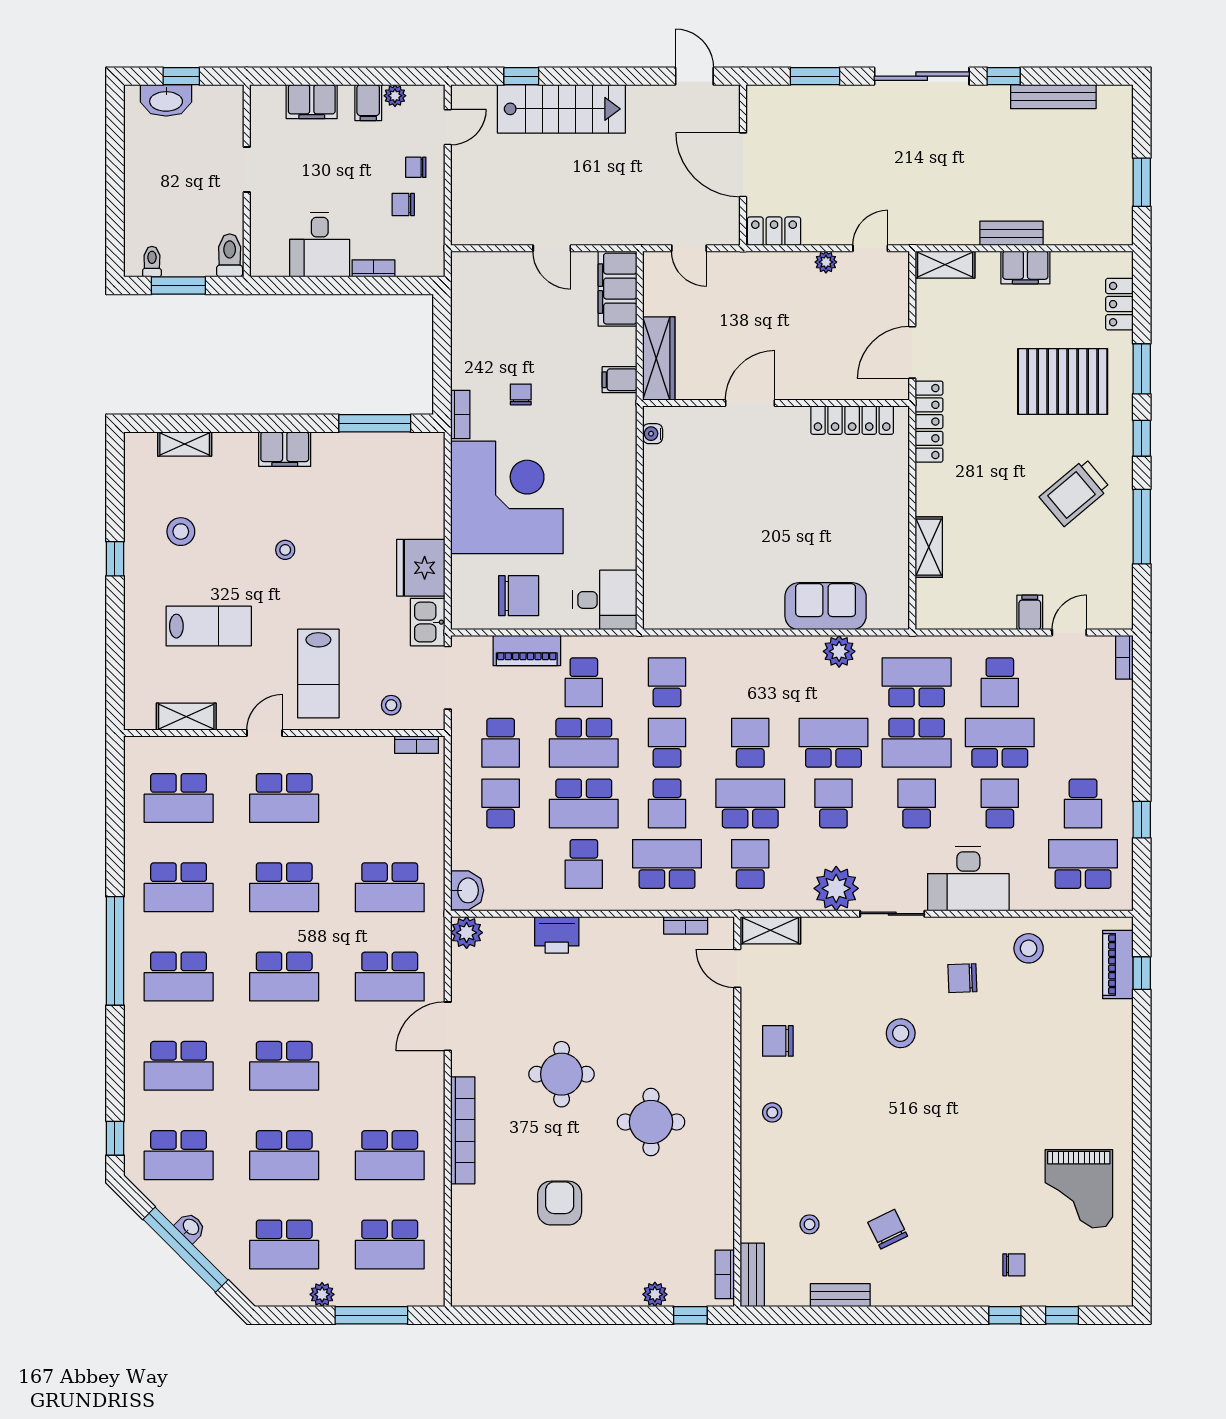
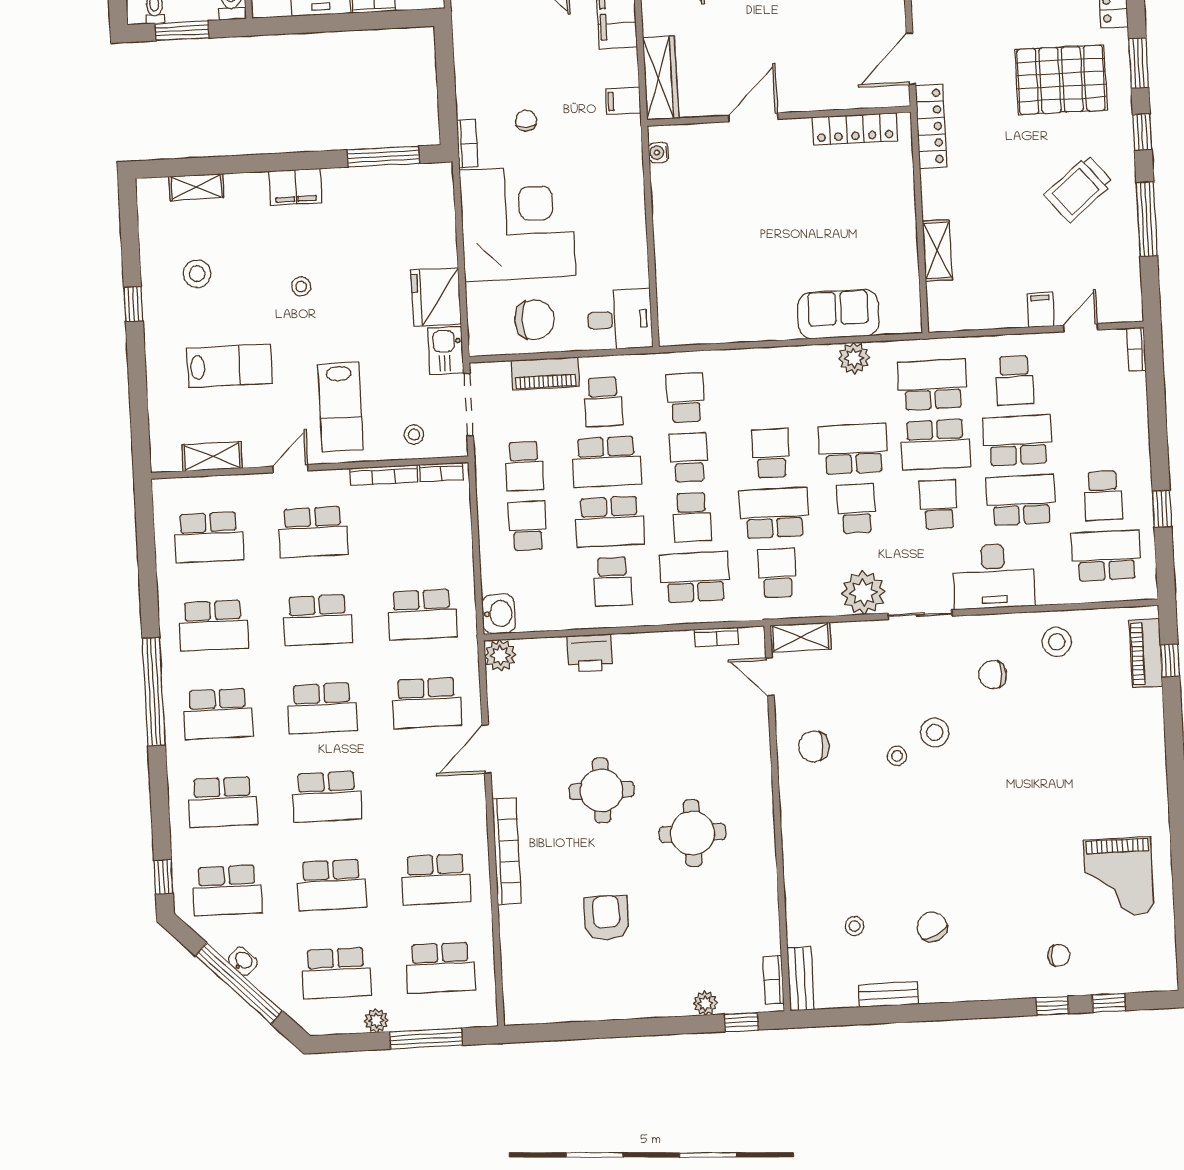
bookcase: (358, 745) -> (384, 475), added
school desk: (1000, 803) -> (1021, 500), width x1.85
stool: (772, 1112) -> (897, 756), moved

